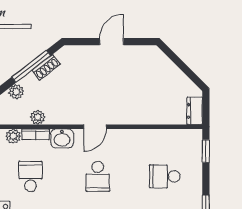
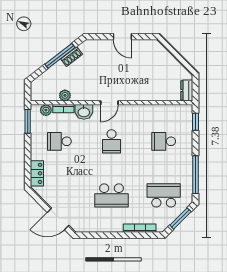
door: (112, 42) -> (122, 37), swing flipped
plant: (16, 92) -> (48, 76), removed
school desk: (30, 176) -> (59, 141), turned -90

